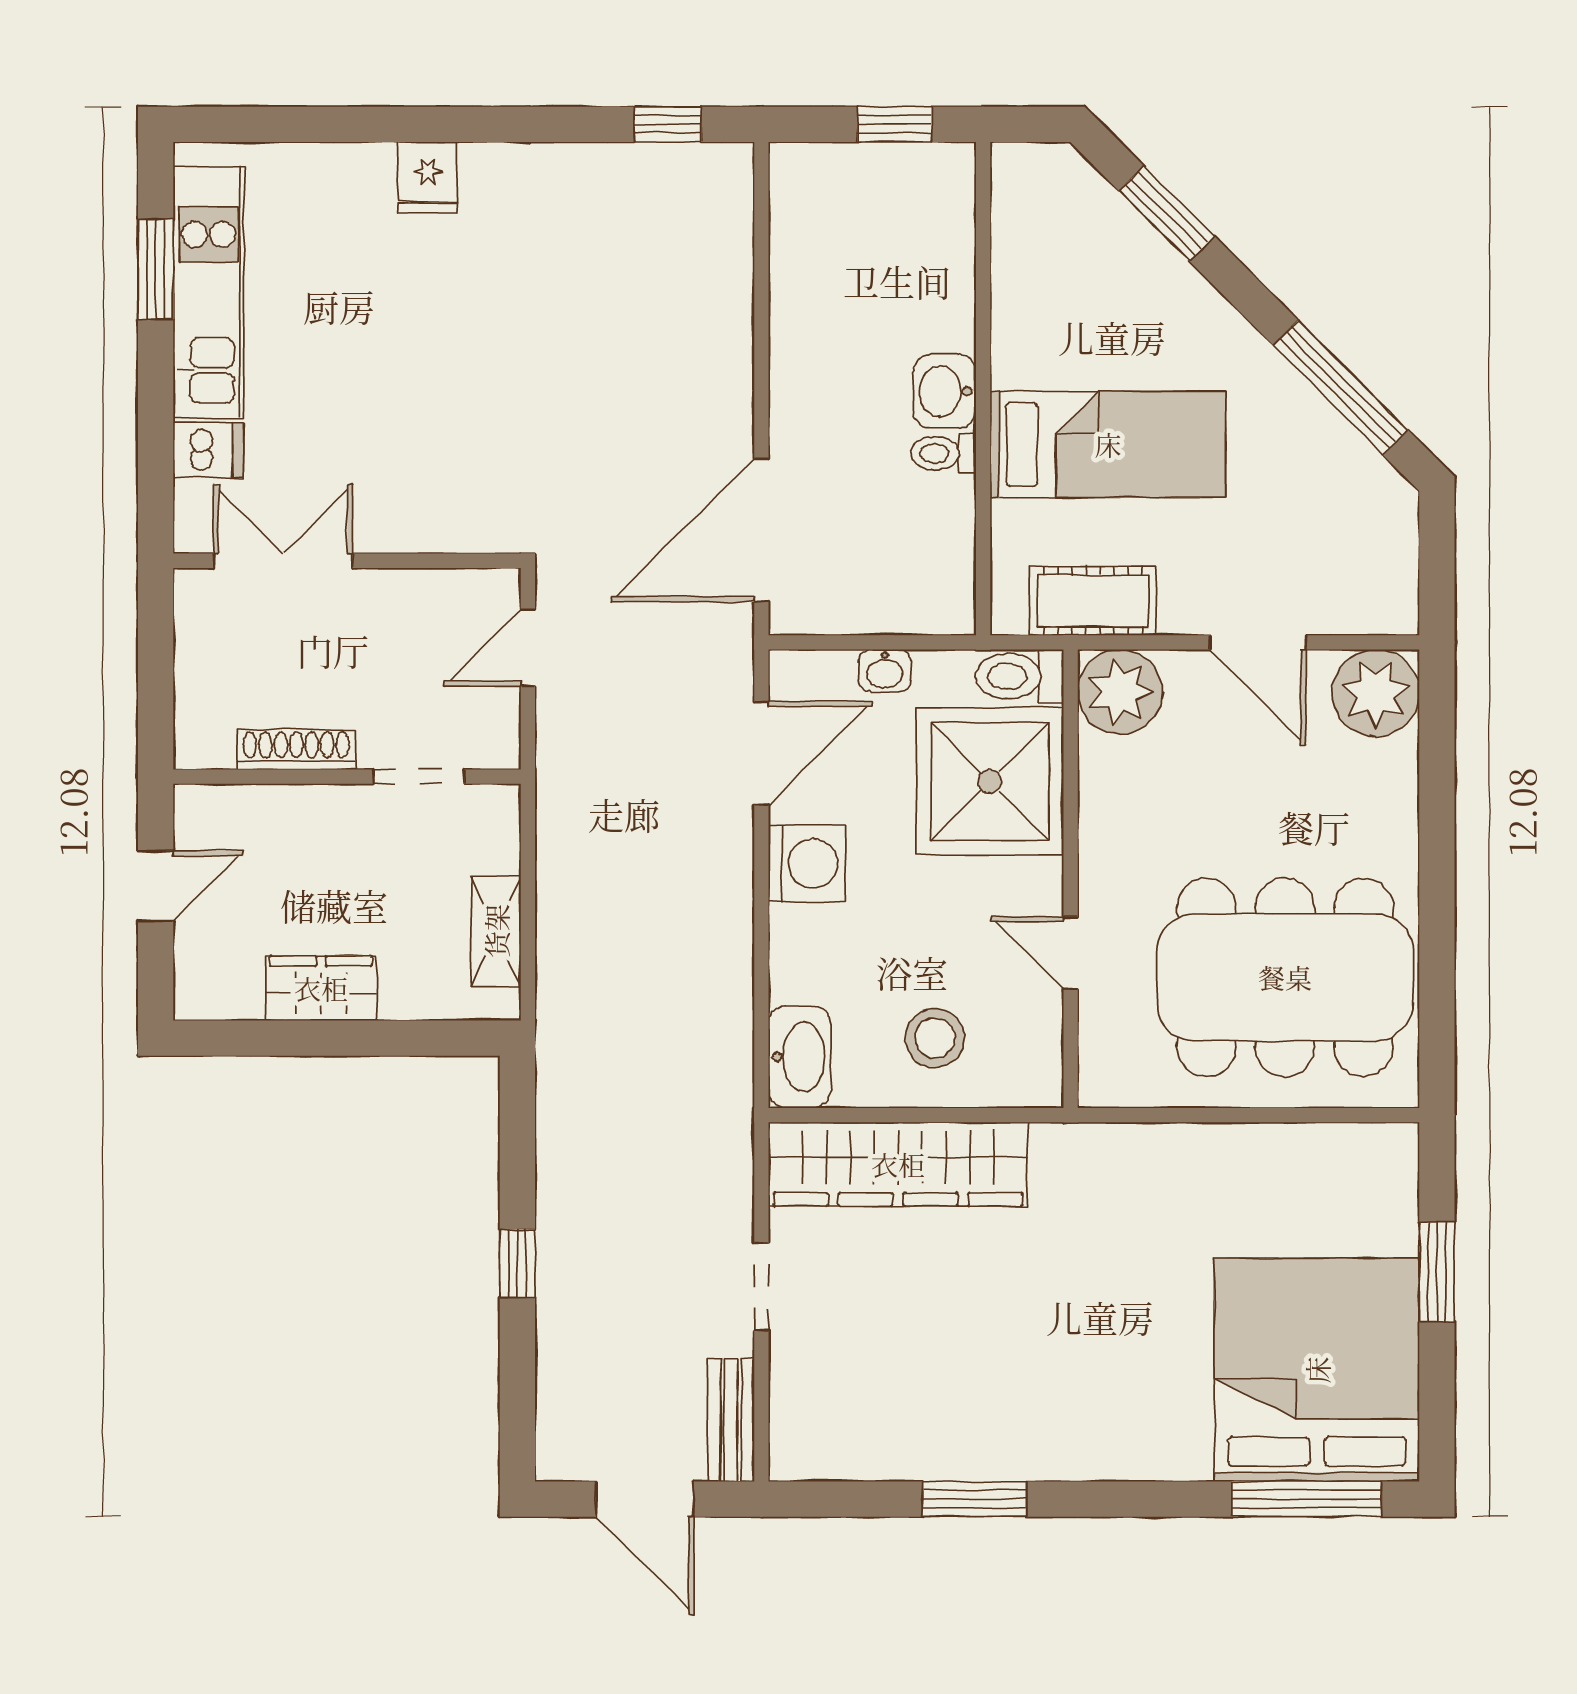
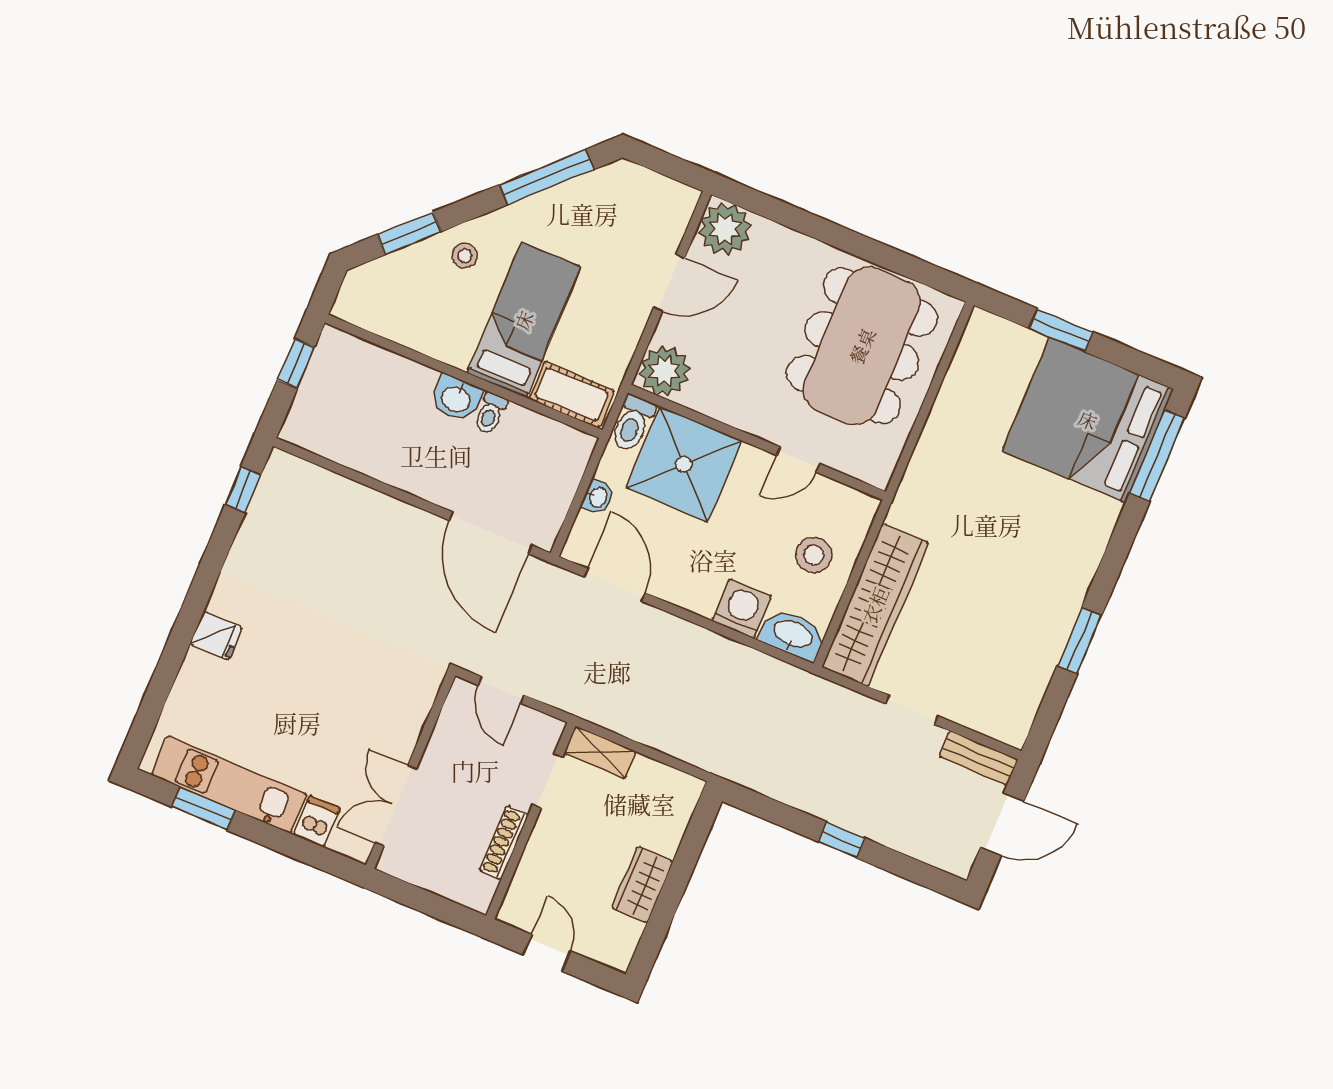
stool: (1168, 313) -> (465, 256), added
cot: (1093, 601) -> (572, 395), moved, turned 90
washing machine: (807, 864) -> (742, 609), moved
shelving: (496, 931) -> (600, 752), moved

